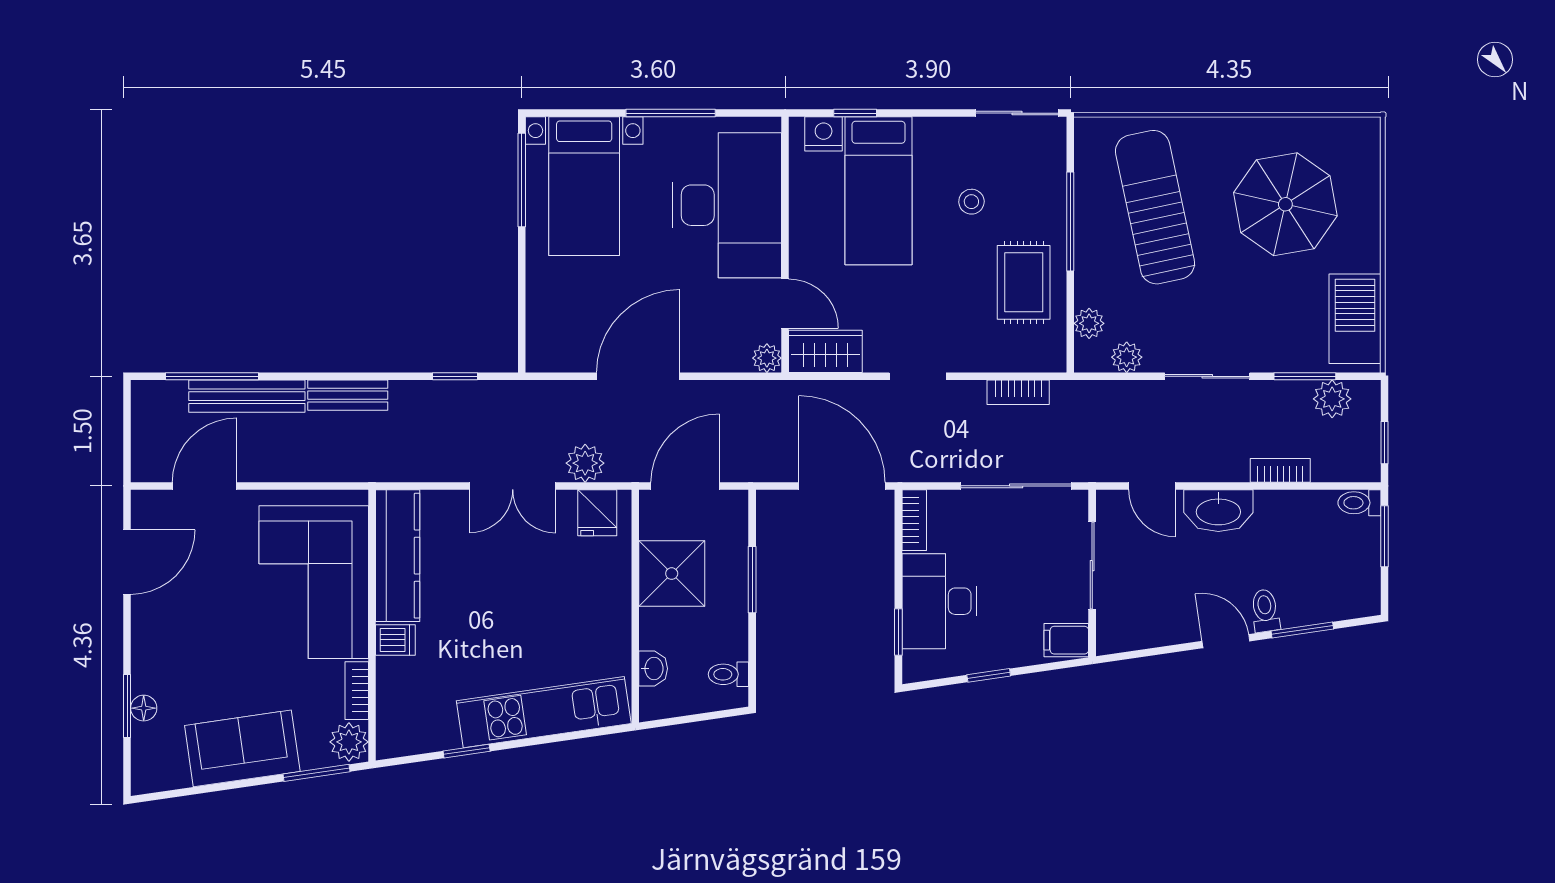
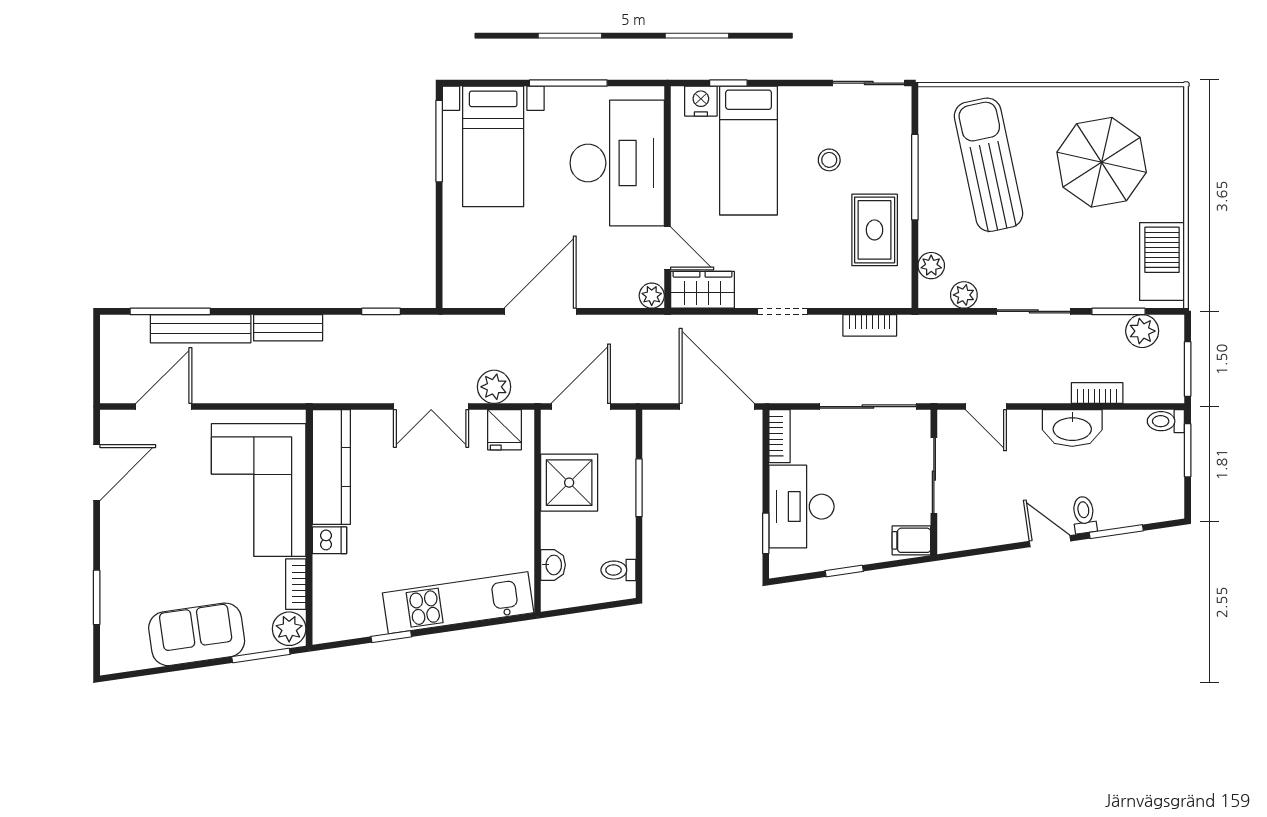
window: (1385, 443) -> (1188, 369), width x1.50
washbasin: (1218, 511) -> (1072, 428), moved
floor lamp: (144, 708) -> (111, 599), removed

